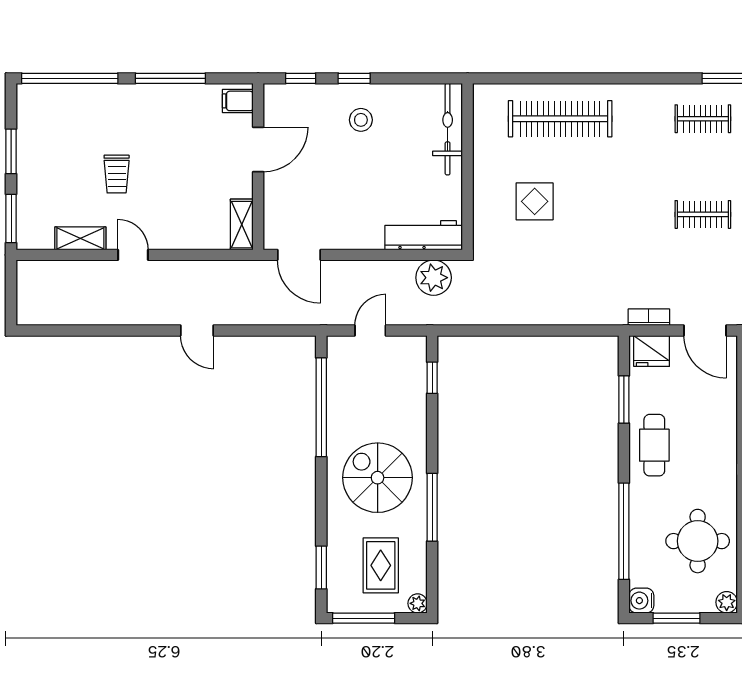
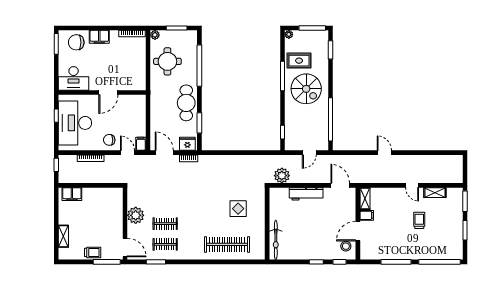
filing cabinet: (238, 101) -> (367, 215), moved
stool: (361, 120) -> (346, 246), moved
clothes rail: (703, 214) -> (165, 224), moved
workbench: (424, 235) -> (306, 194), moved
cafe table: (654, 445) -> (186, 103), width x1.37, depth x1.35
rug: (381, 565) -> (299, 61), moved, turned 90
water cooler: (641, 601) -> (192, 36), removed

